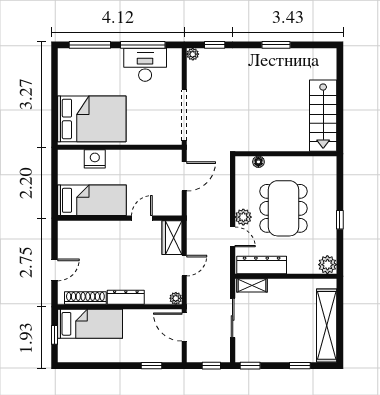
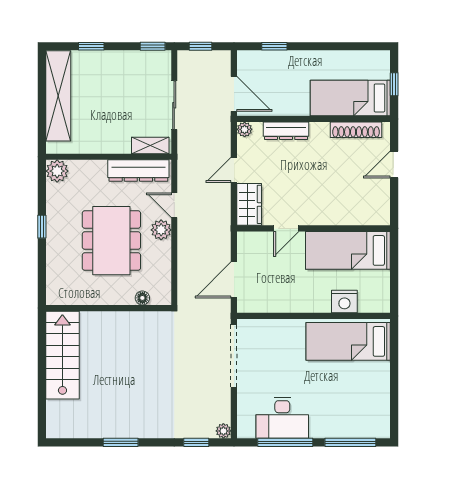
bed: (92, 119) -> (348, 341), width x0.67
dresser: (126, 297) -> (286, 131), moved

